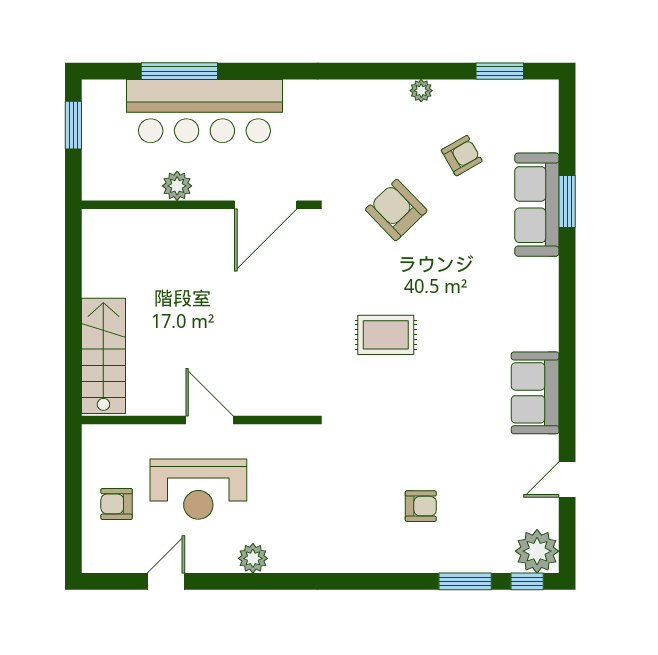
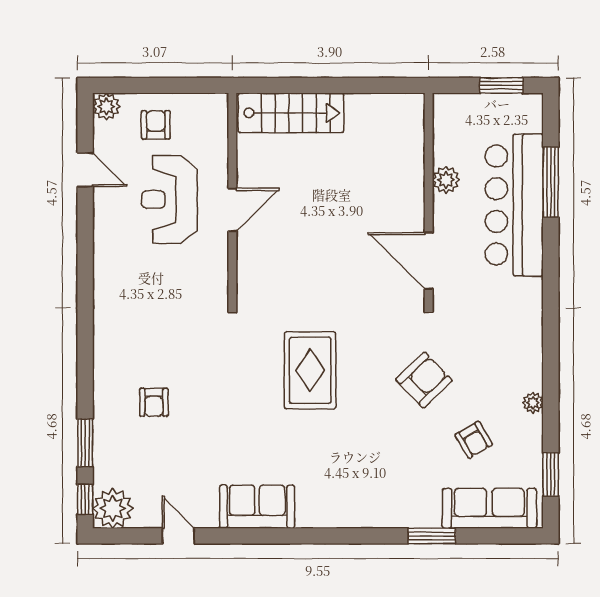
sofa: (537, 205) -> (489, 508), moved
rug: (386, 335) -> (310, 370), width x1.36, depth x1.43
plant: (253, 558) -> (106, 107), moved

